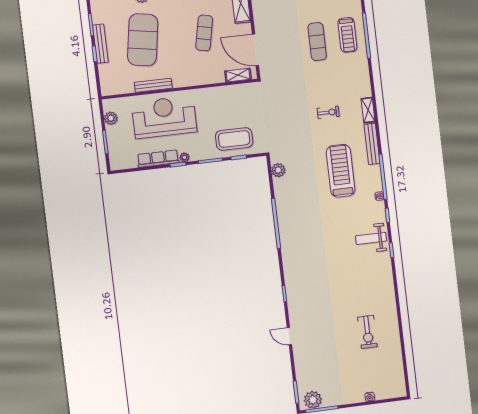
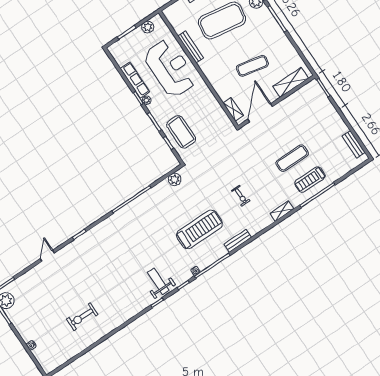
shelving: (368, 110) -> (282, 211), moved
bench: (372, 144) -> (238, 241), width x0.73

